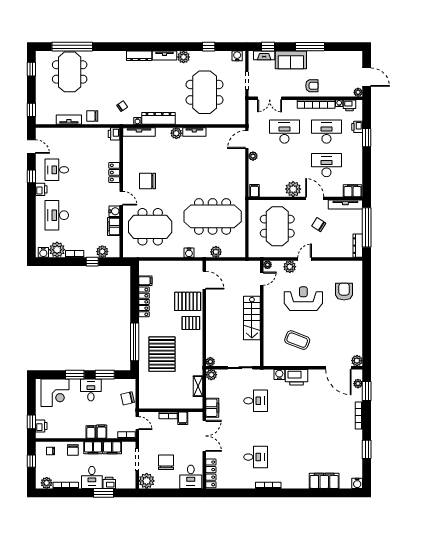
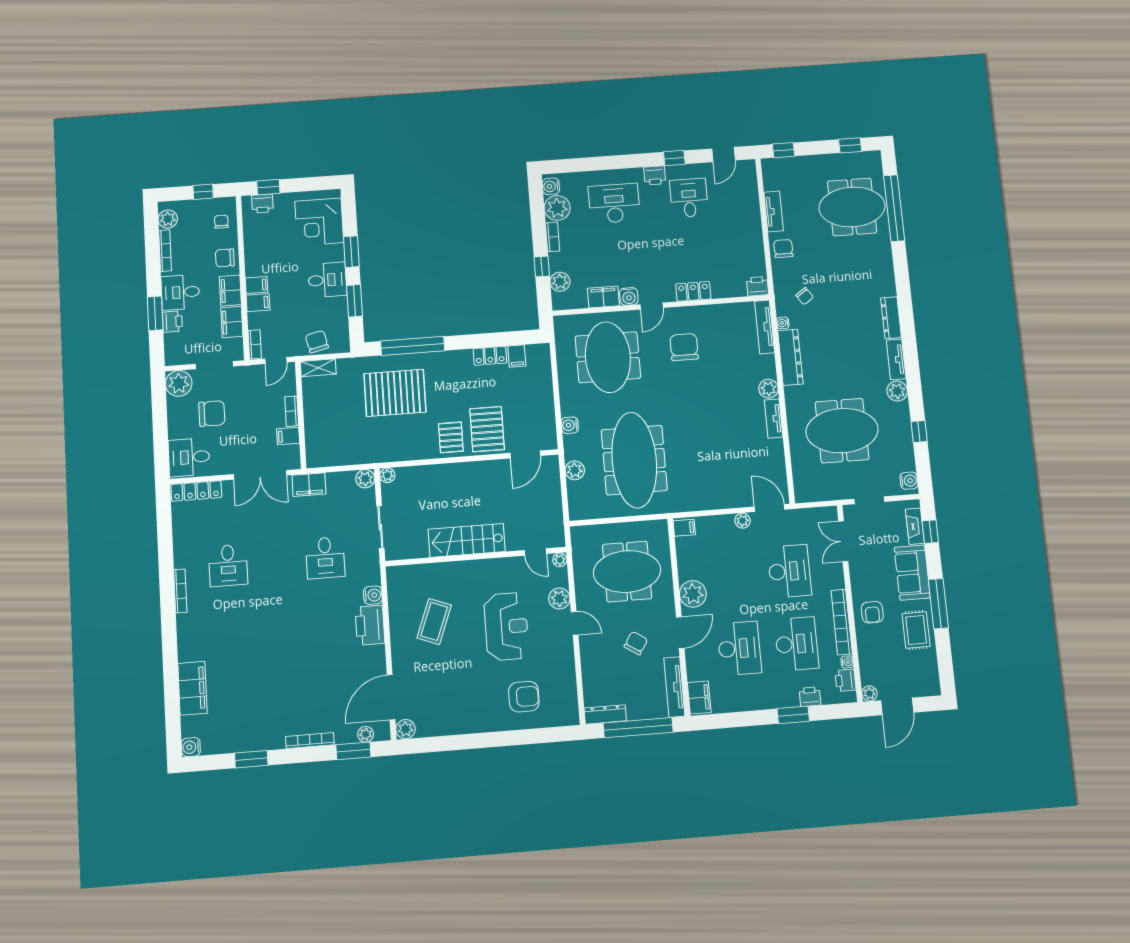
rug: (324, 61) -> (916, 630), added
locker: (144, 302) -> (490, 356), width x0.66
shelving: (198, 386) -> (318, 368), moved

